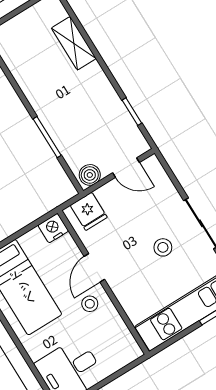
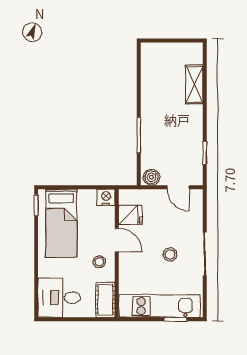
fridge: (89, 211) -> (130, 215), moved, turned -90
door: (94, 268) -> (117, 240), swing flipped
cot: (122, 342) -> (105, 300), added

